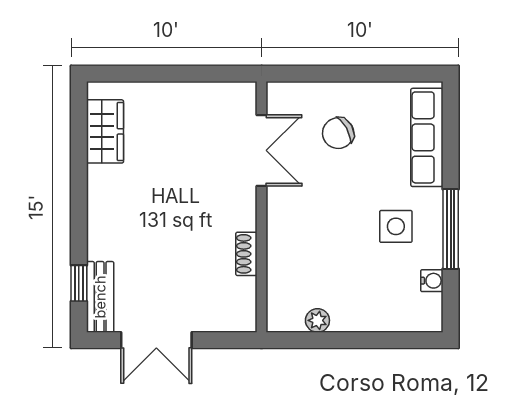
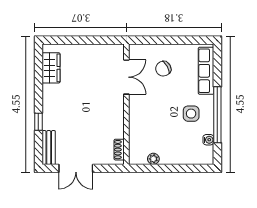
window: (451, 229) -> (217, 115), width x1.46
shoe rack: (246, 254) -> (119, 150), moved
window: (79, 283) -> (38, 122), moved

